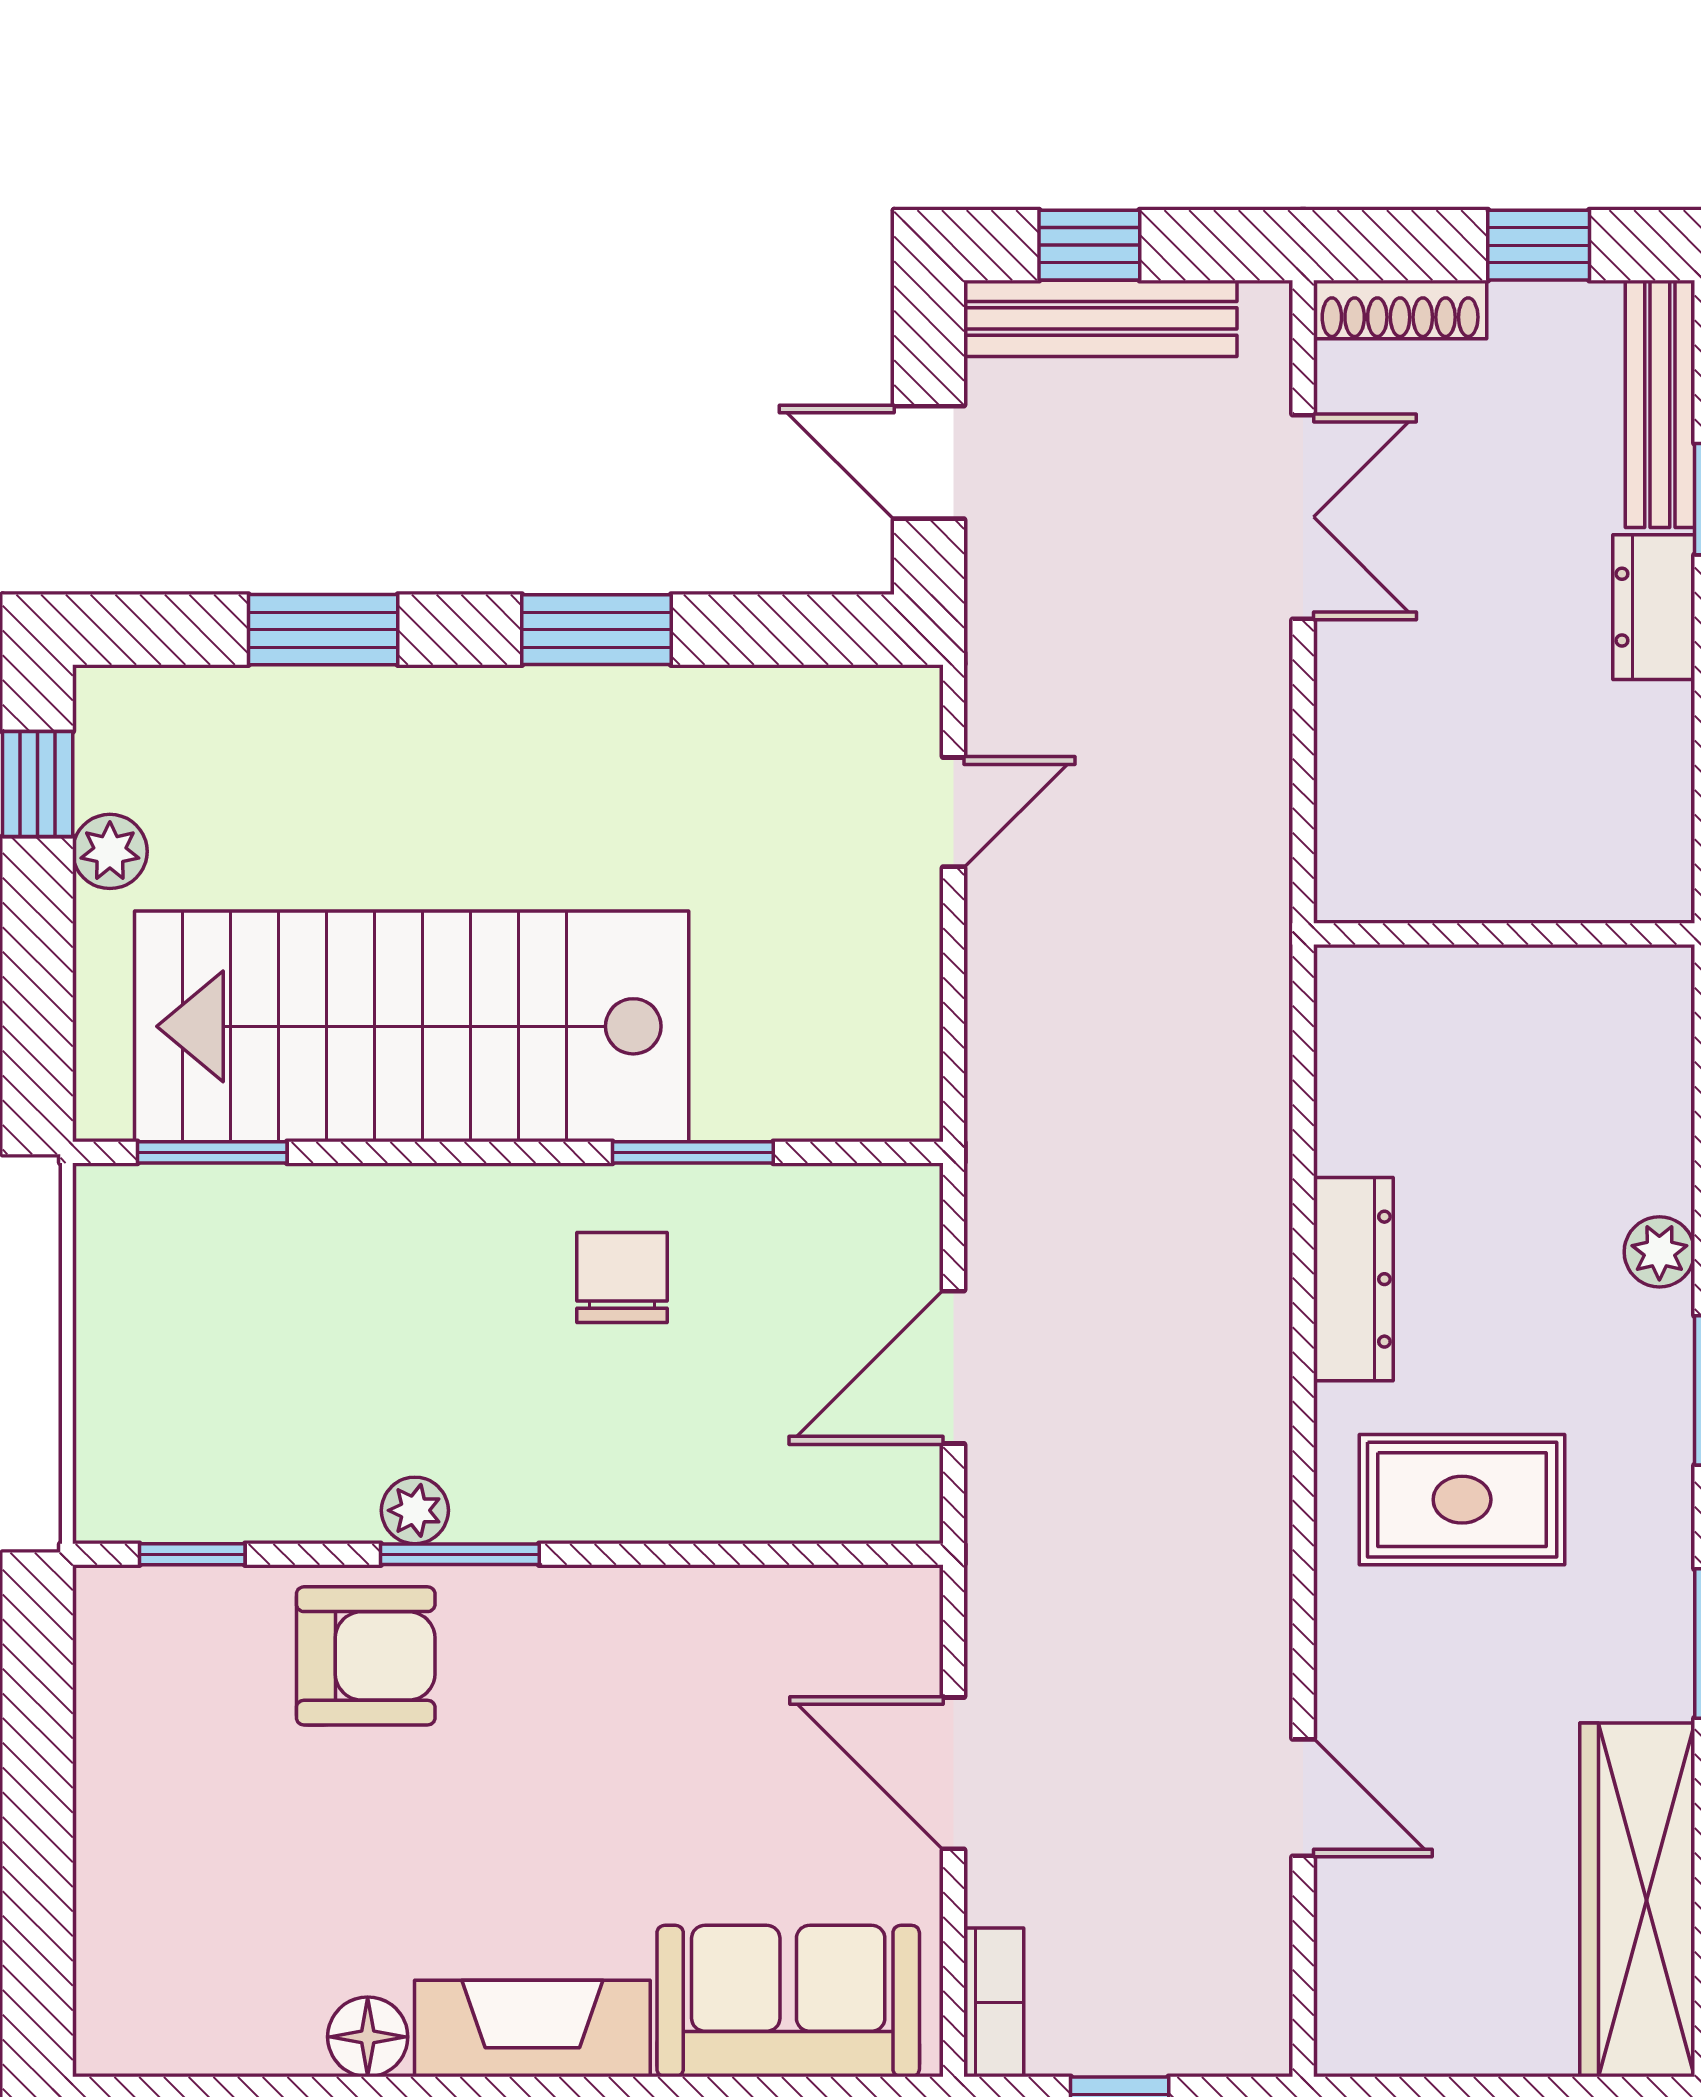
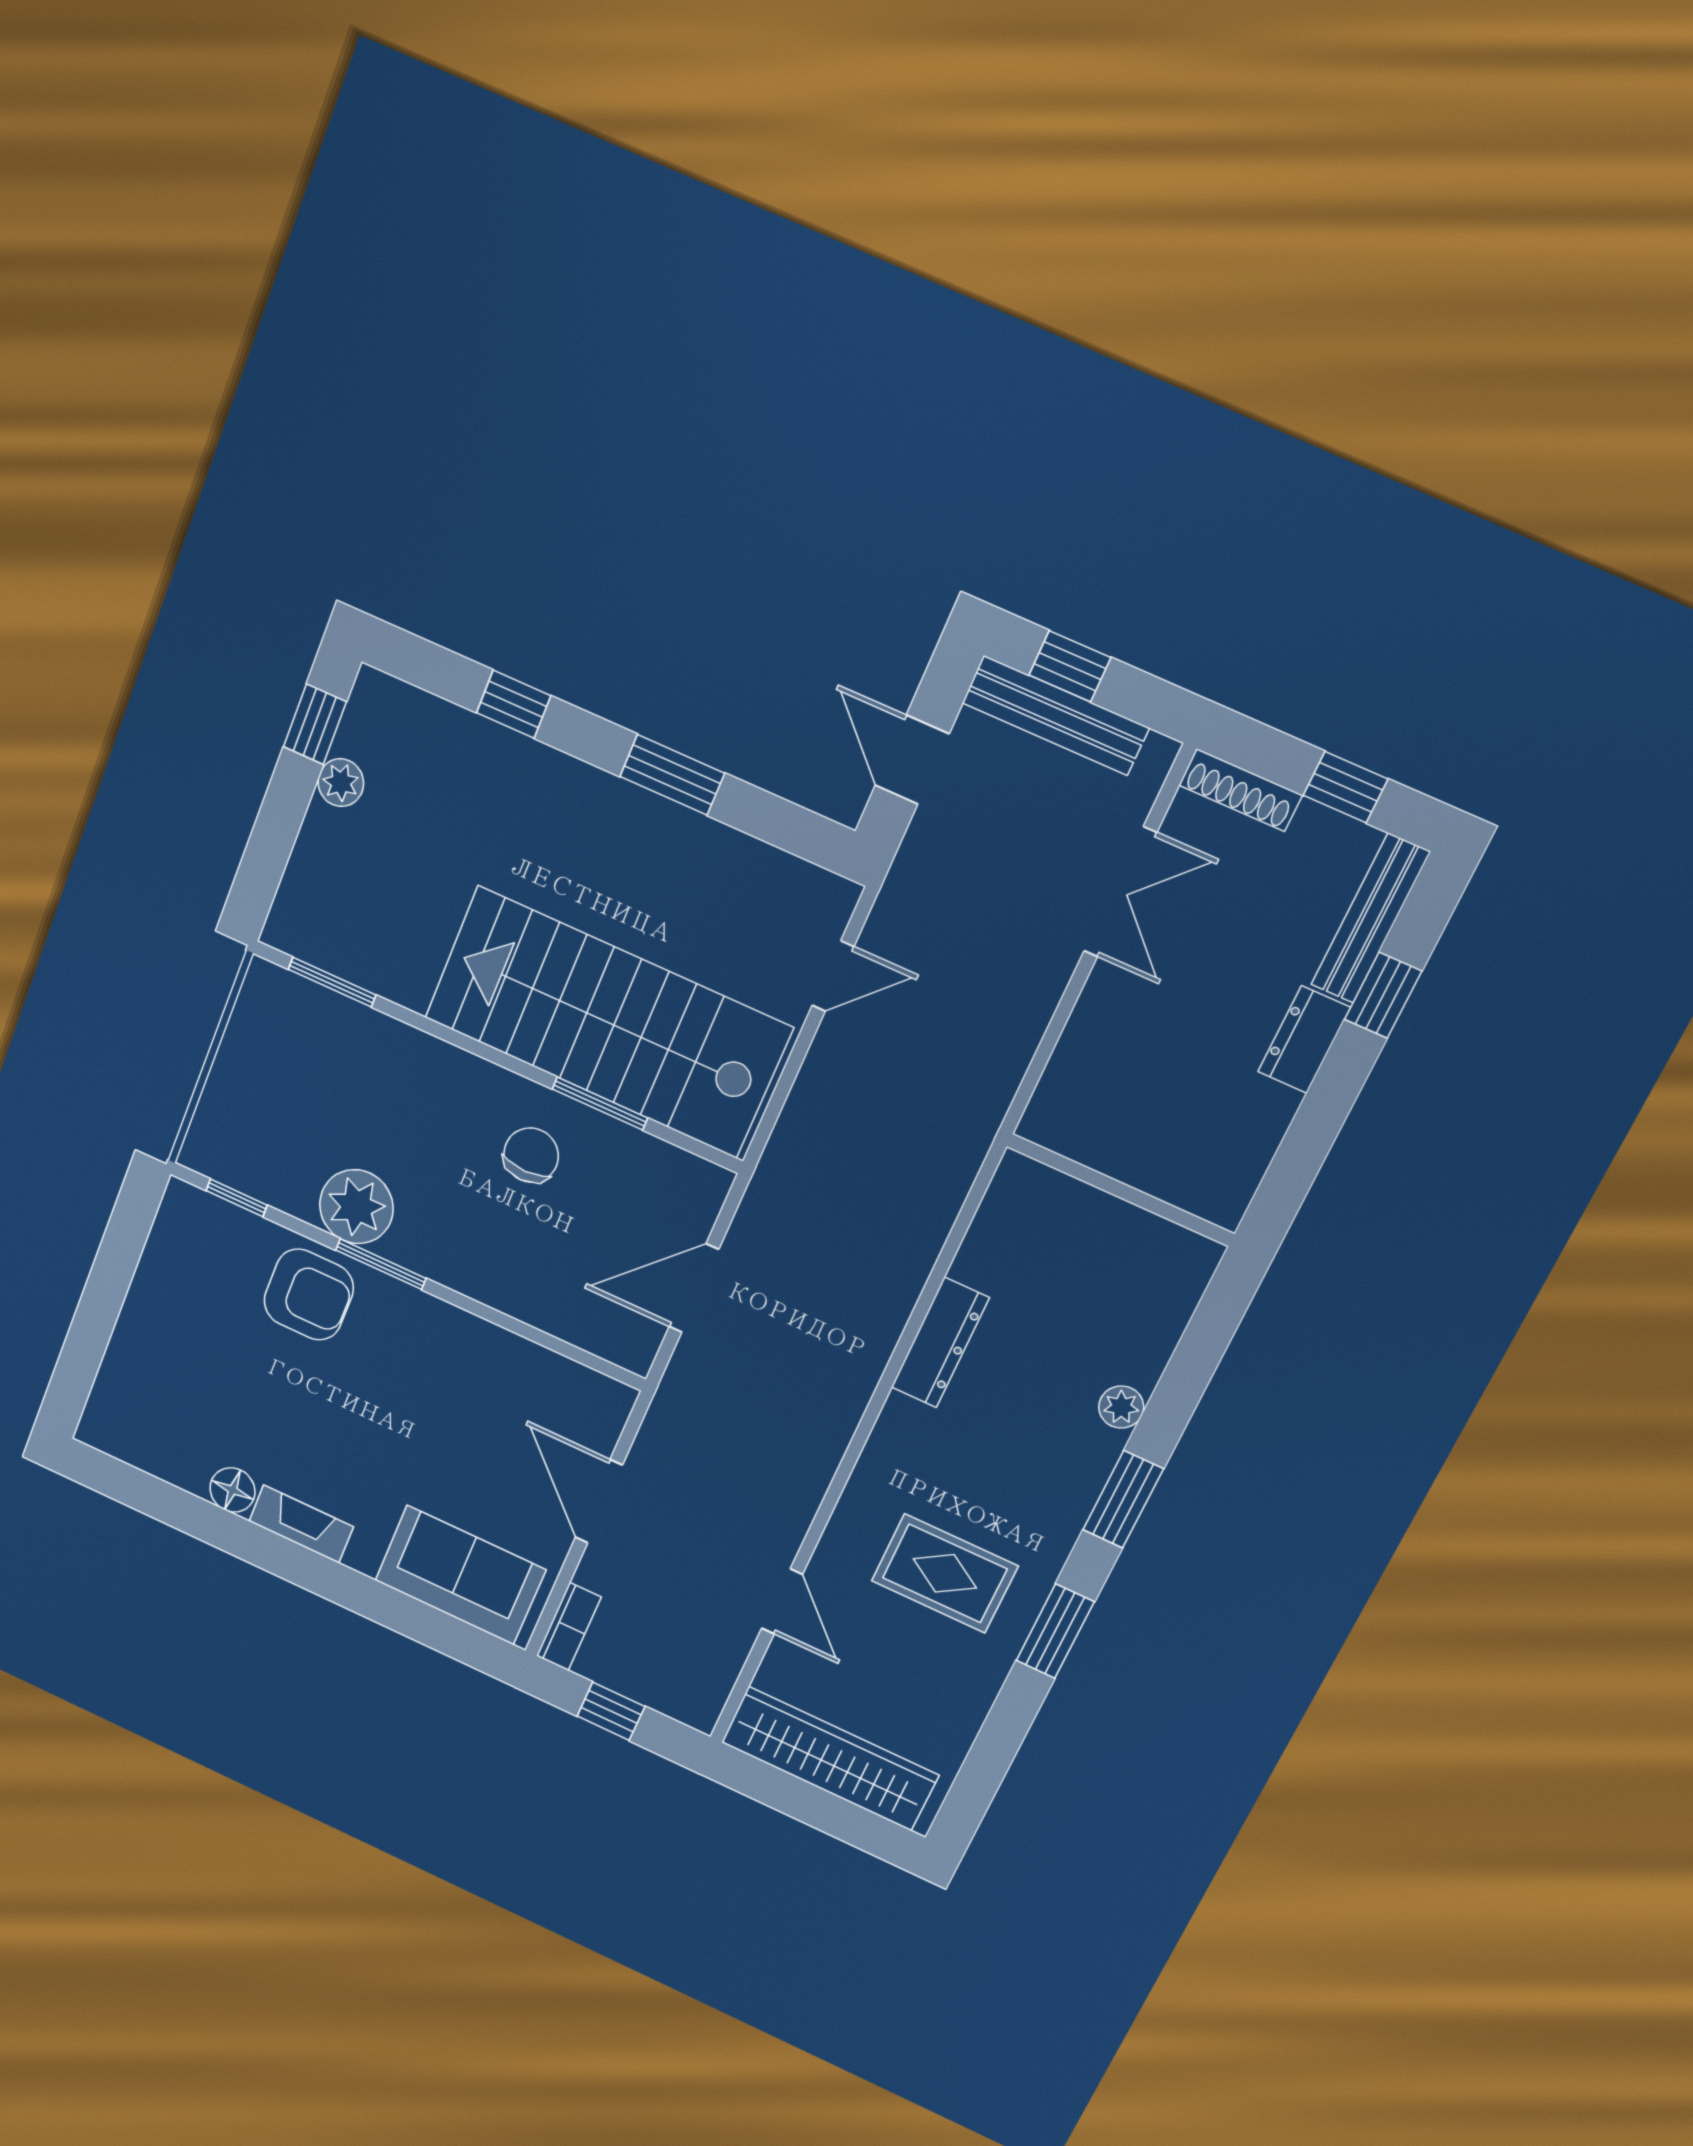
window: (323, 630) -> (514, 704), width x0.67
stairs: (412, 1026) -> (608, 1022), moved
rug: (1462, 1500) -> (945, 1573), moved
plant: (415, 1510) -> (356, 1207), width x1.87, depth x1.87
wardrobe: (1637, 1900) -> (830, 1759), moved, turned 90
fireplace: (532, 2028) -> (301, 1524), width x0.73, depth x0.76

